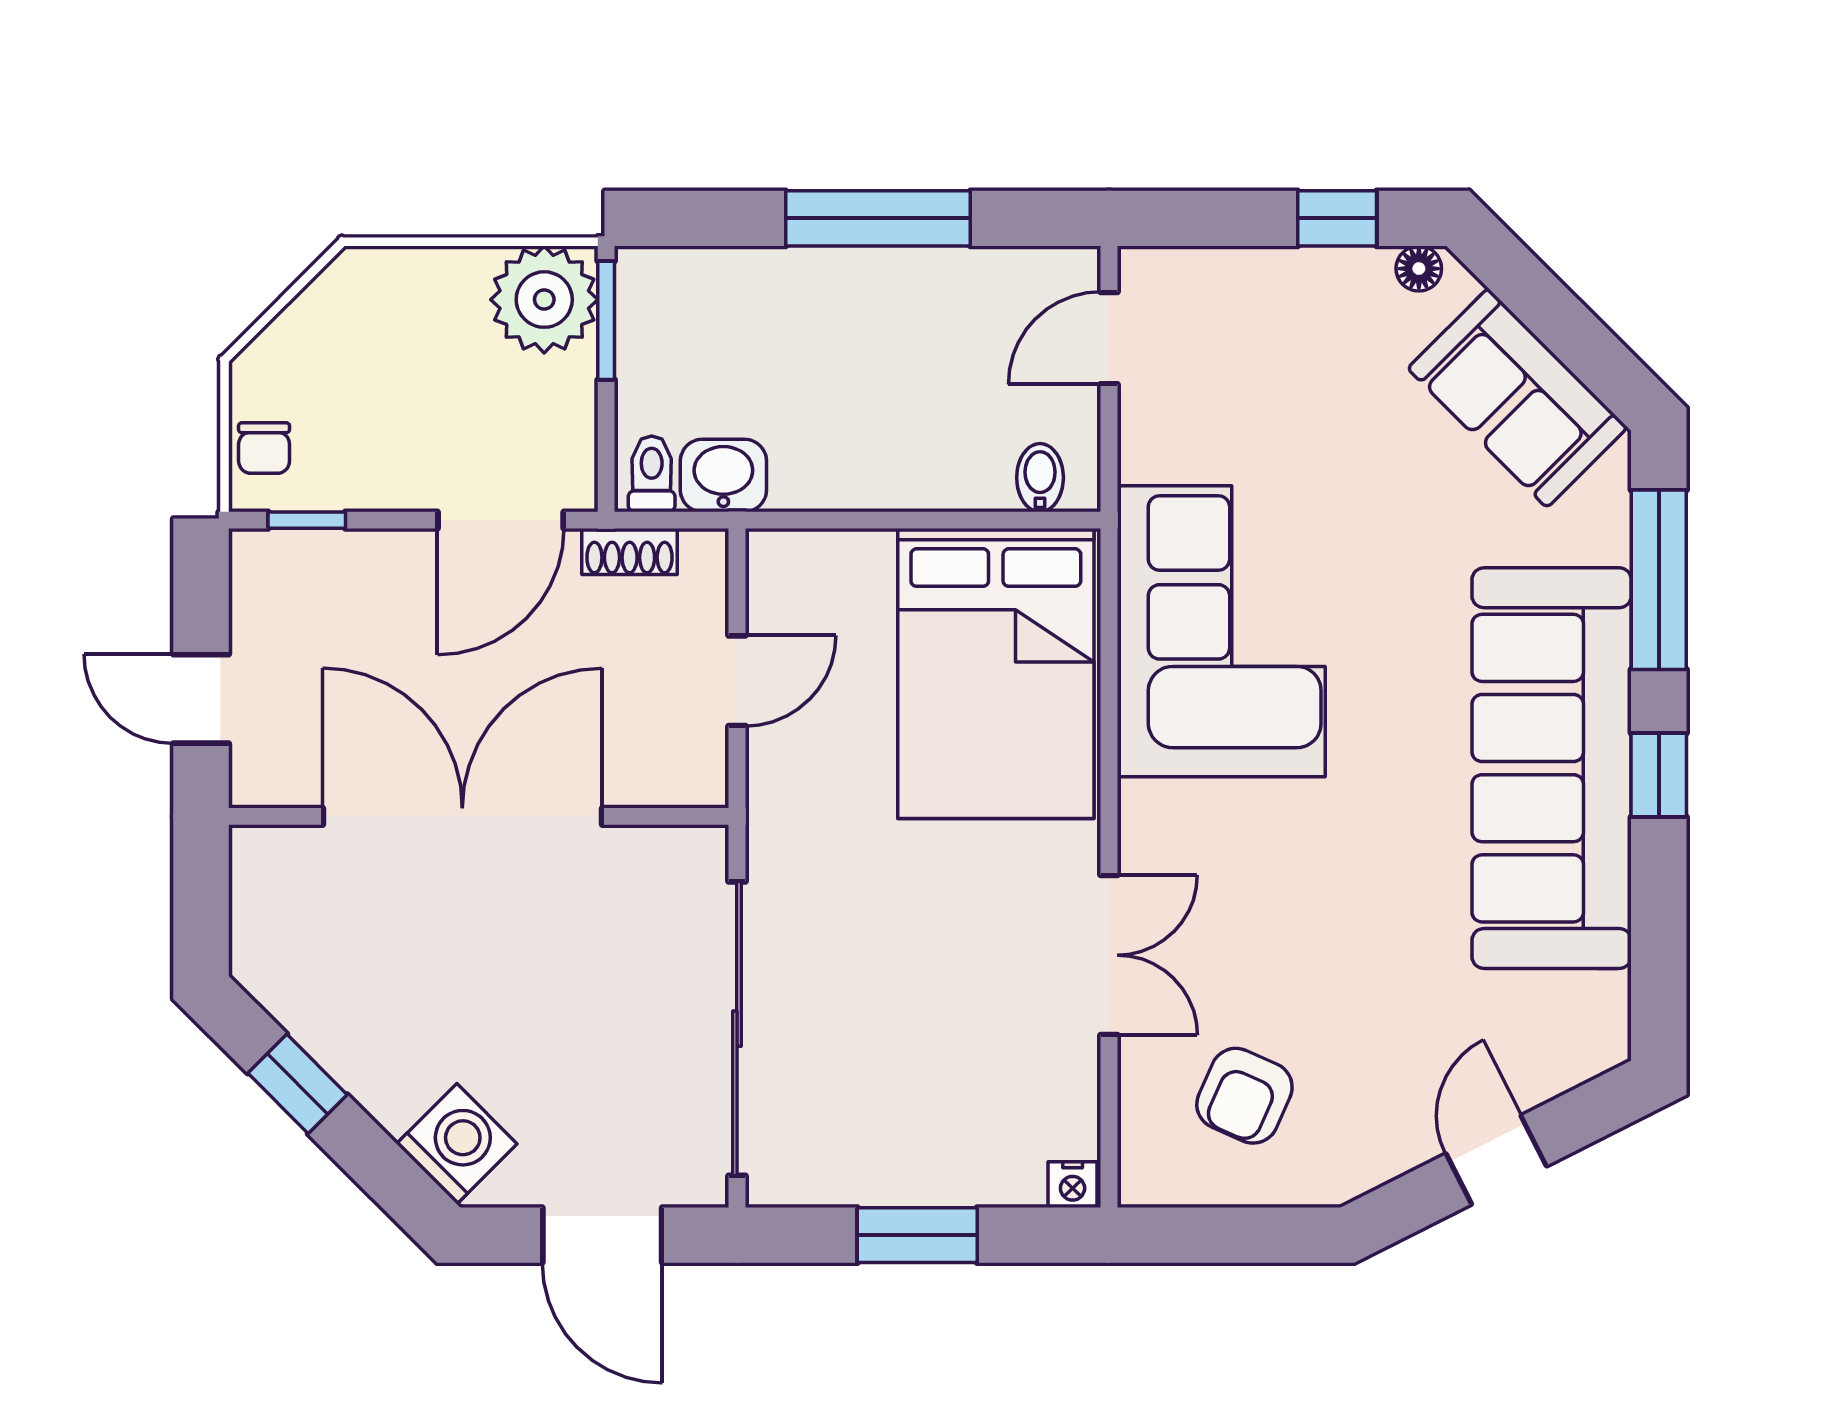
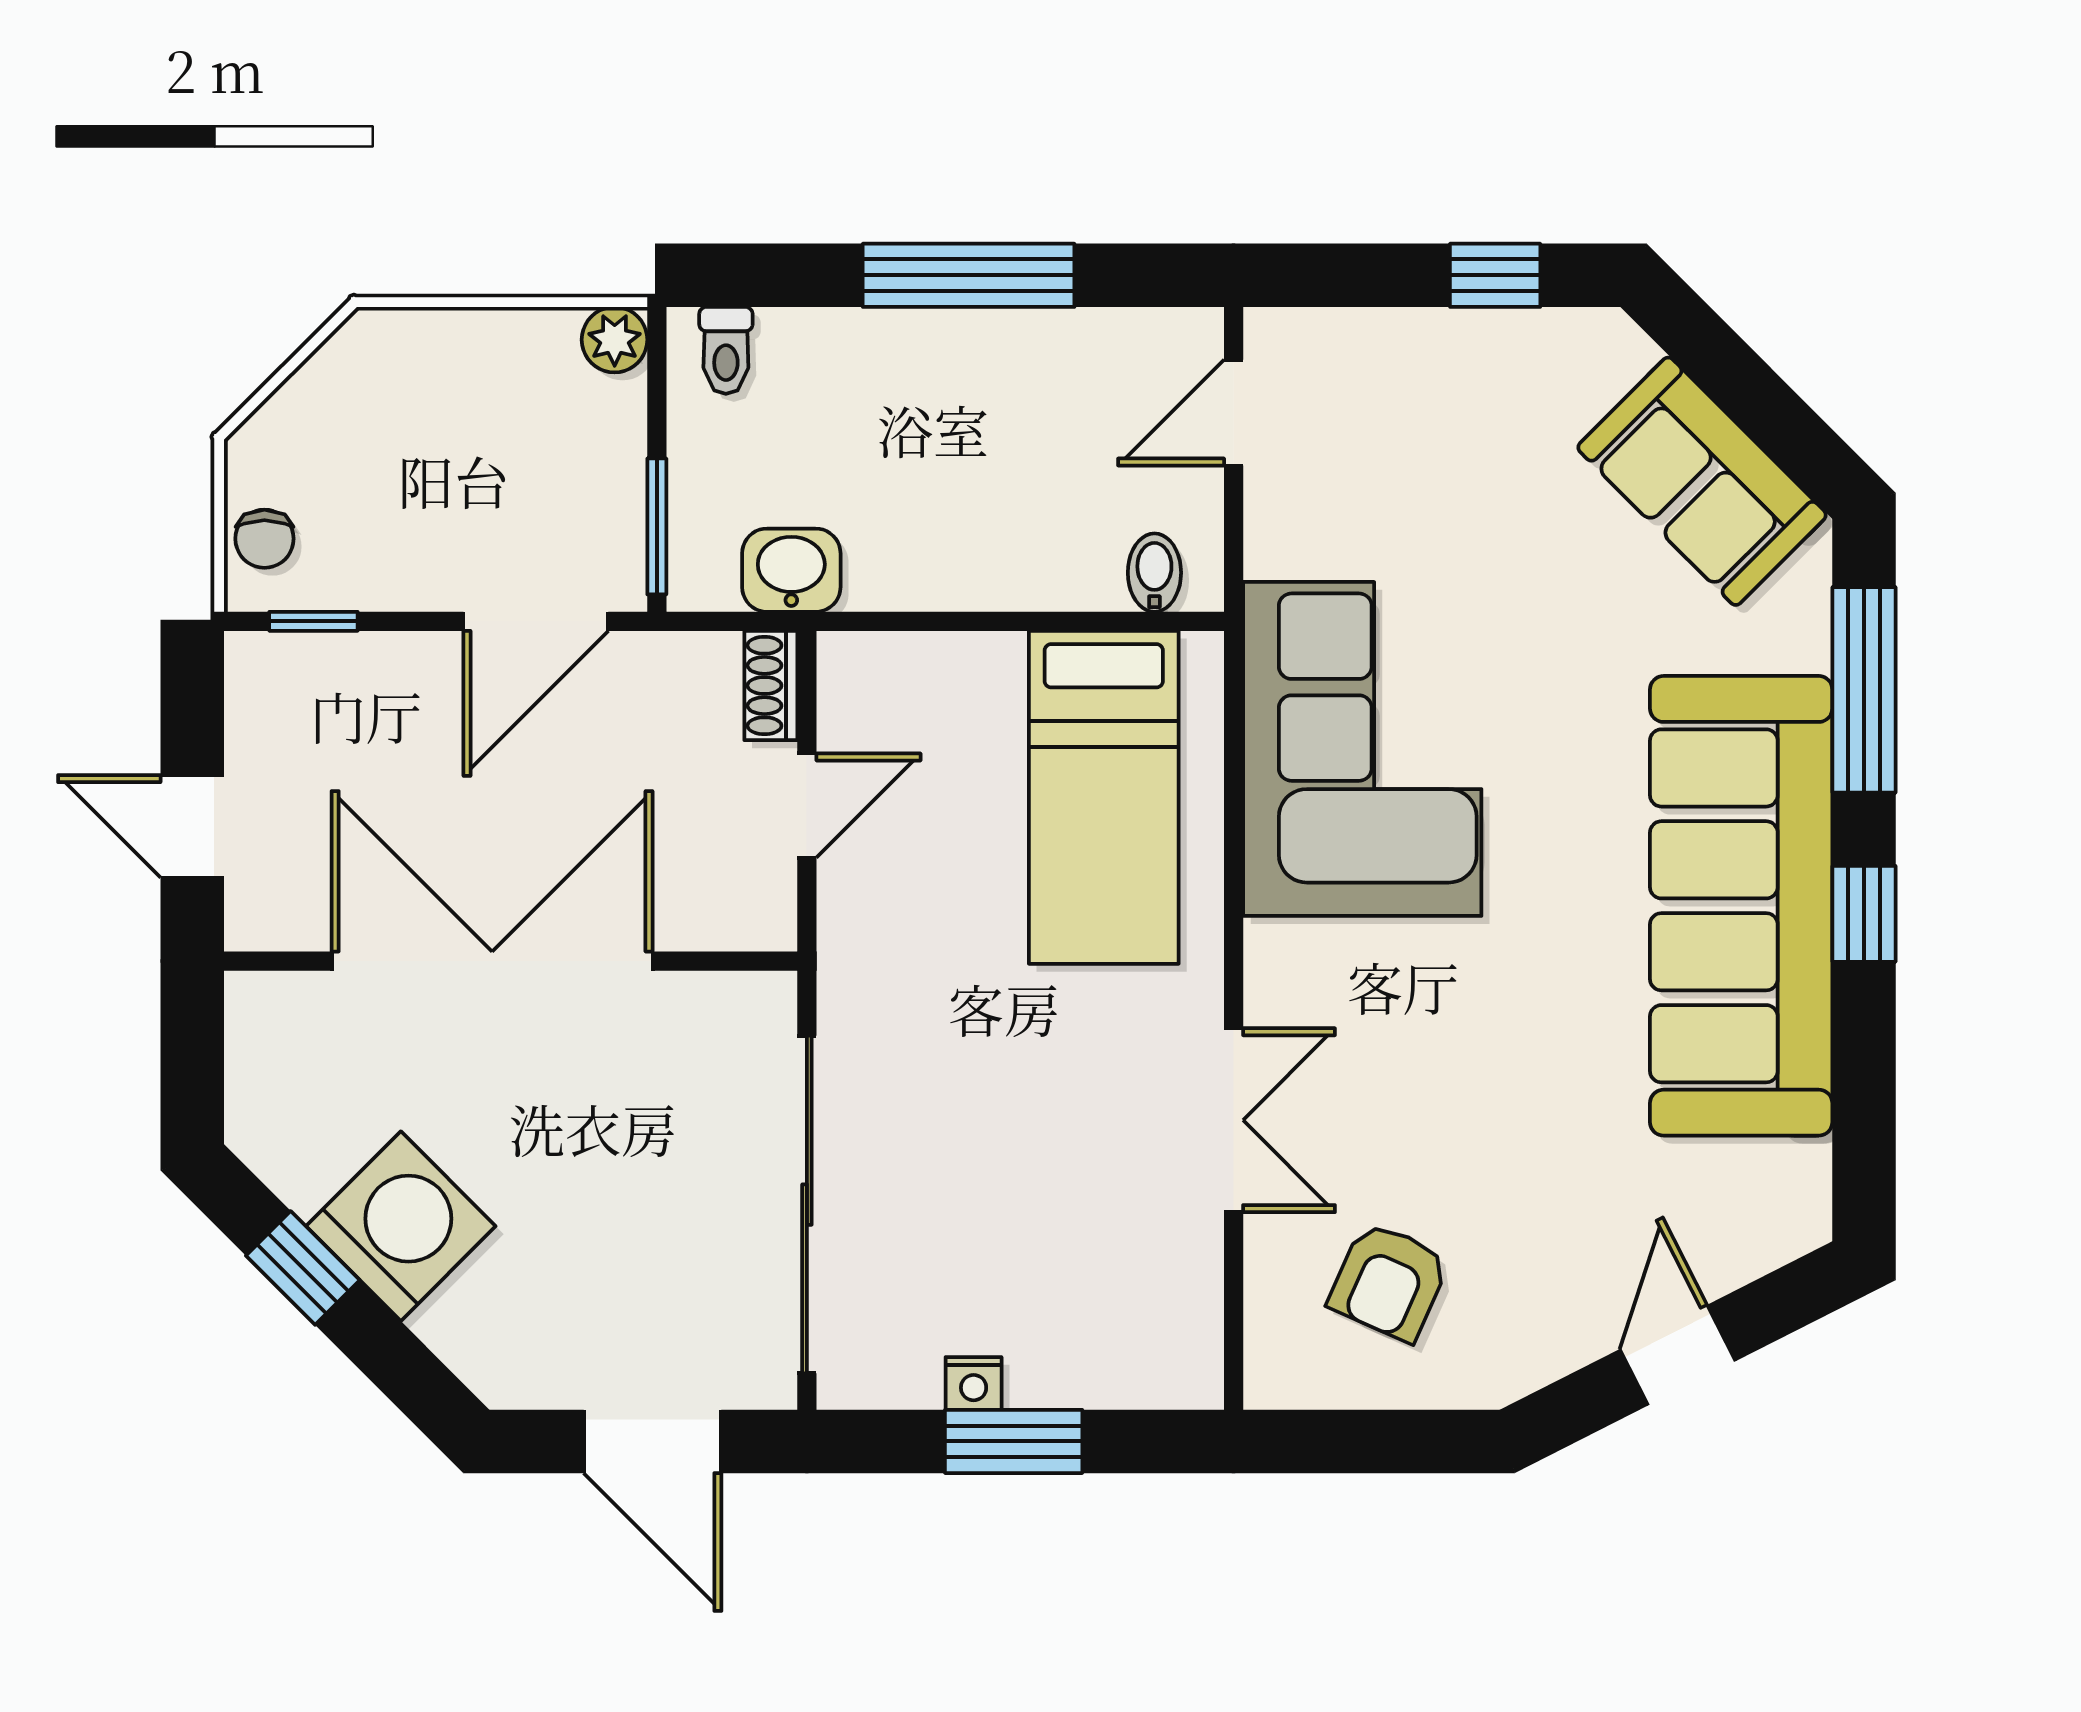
floor lamp: (1419, 269) -> (1589, 333), removed
plant: (544, 300) -> (615, 340), width x0.53, depth x0.53
window: (606, 320) -> (657, 526), moved
toilet: (652, 474) -> (726, 350), moved, turned 180
shoe rack: (630, 552) -> (771, 685), moved, turned 90
bed: (996, 674) -> (1104, 797), width x0.67
washing machine: (457, 1144) -> (401, 1226), moved, width x1.37, depth x1.37
nightstand: (1073, 1185) -> (974, 1383), moved

